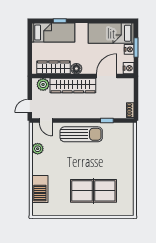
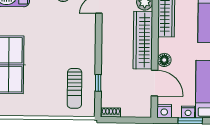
floor lamp: (76, 69) -> (164, 60), moved
sun lounger: (81, 134) -> (74, 88), moved, width x0.73, depth x0.75

